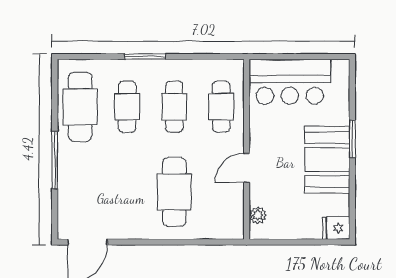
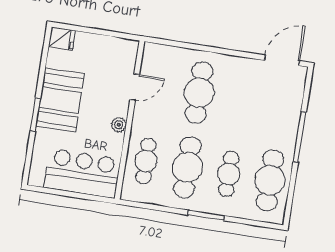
cafe table: (174, 107) -> (187, 167), width x1.37, depth x1.35
door: (247, 168) -> (135, 87), moved
plant: (258, 215) -> (119, 125), moved

